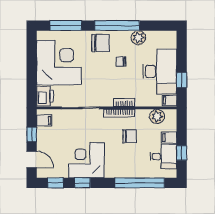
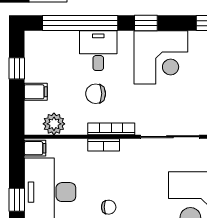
window: (182, 80) -> (17, 200), moved
desk: (163, 156) -> (98, 51), moved, turned 90
window: (82, 183) -> (146, 23), moved

